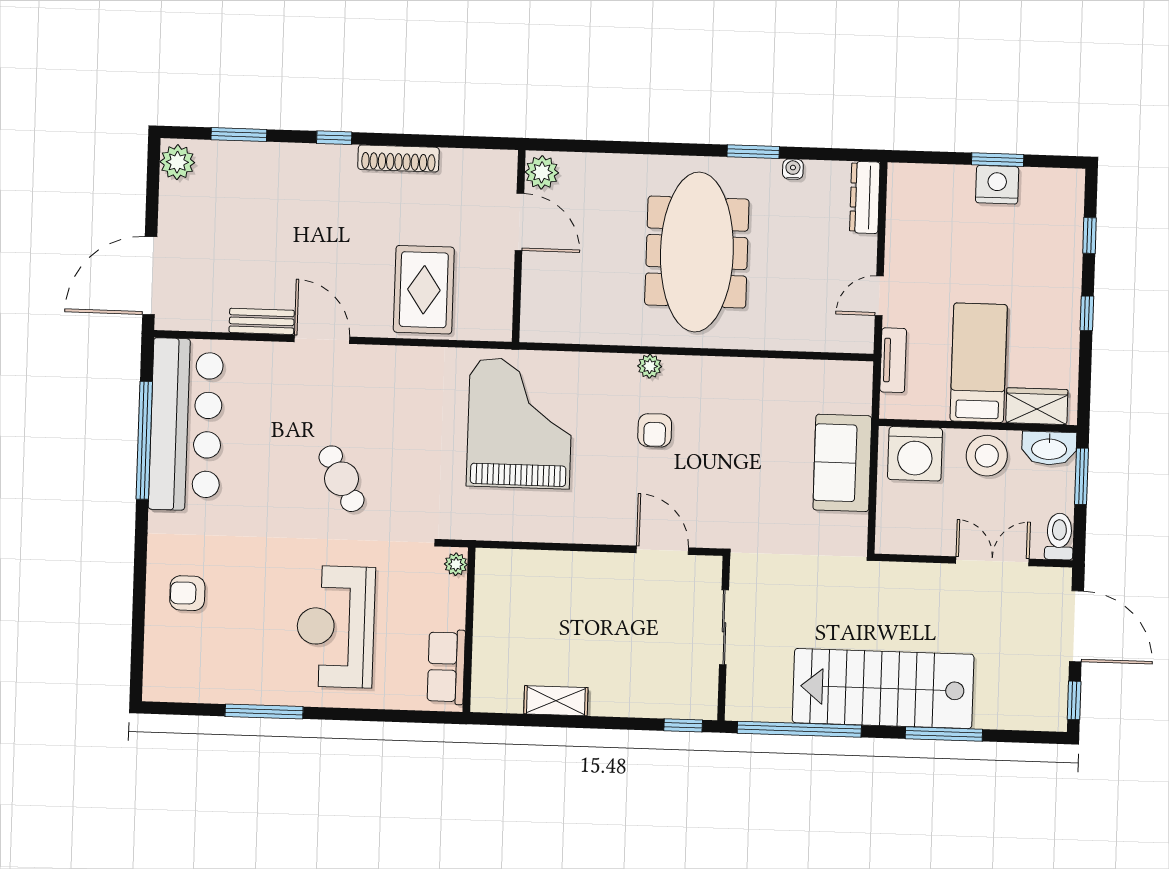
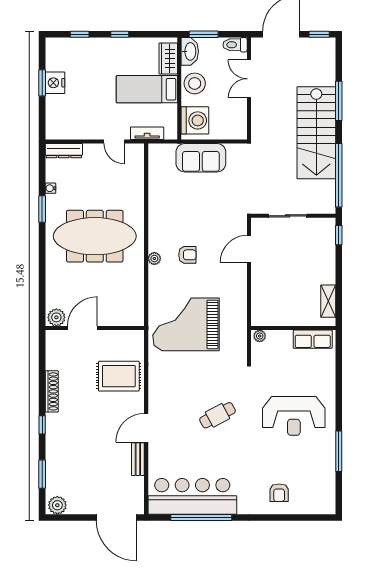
plant: (456, 564) -> (260, 336), moved
wall: (469, 630) -> (293, 328), moved
row of seats: (446, 667) -> (313, 339), moved

